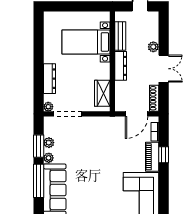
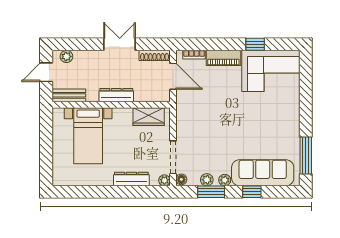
bench: (120, 36) -> (69, 95), moved
plant: (153, 47) -> (66, 56), moved
floor lamp: (49, 121) -> (181, 179), added
window: (164, 155) -> (255, 44), moved
window: (39, 181) -> (252, 192), width x0.46

